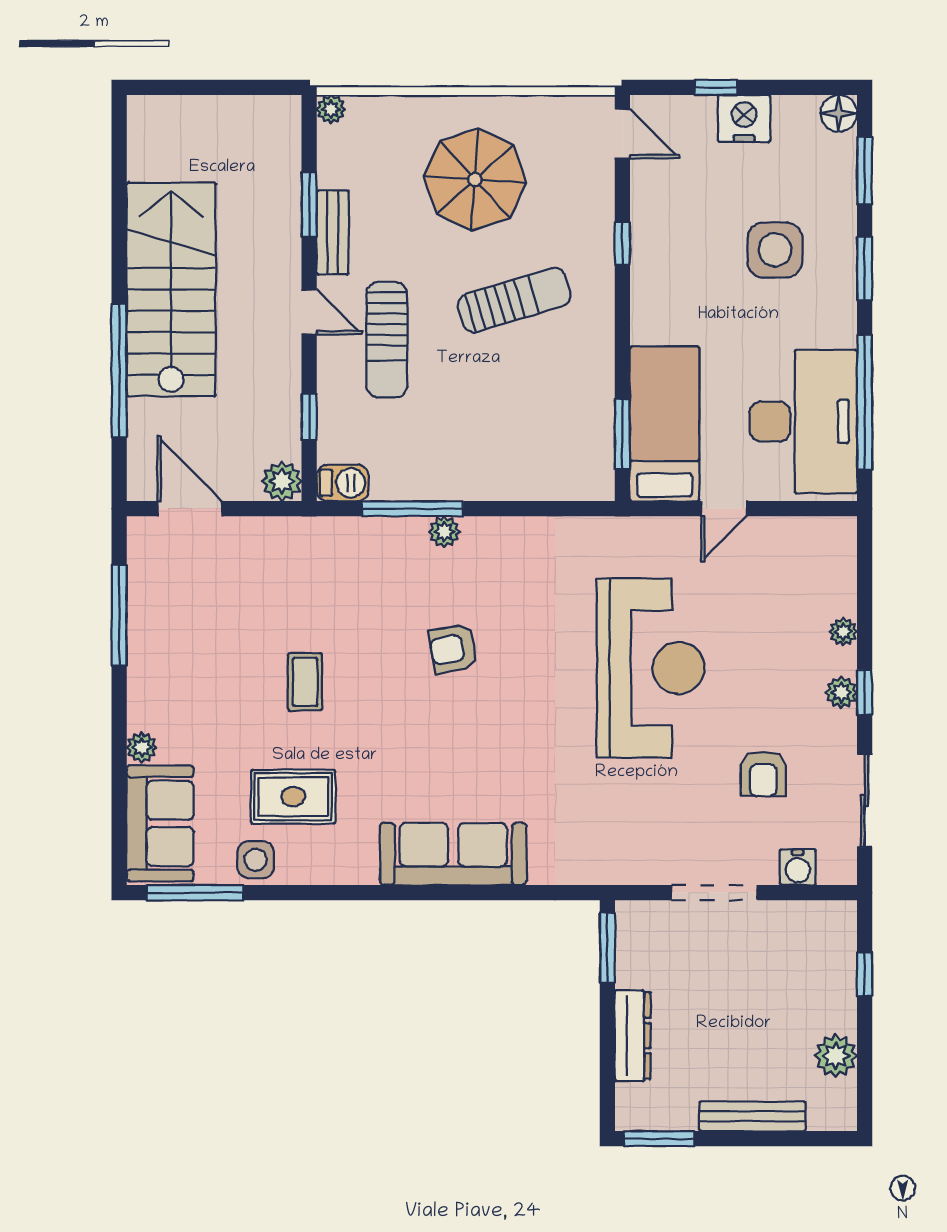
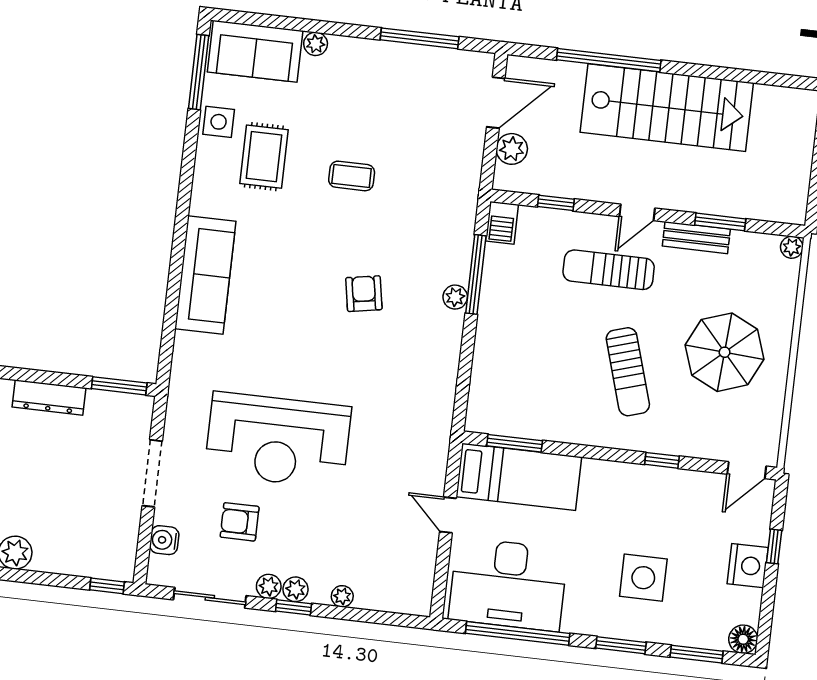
plant: (282, 481) -> (512, 149), moved
reception desk: (650, 668) -> (278, 440), moved
plant: (841, 727) -> (269, 586), added
window: (865, 974) -> (107, 586), moved

